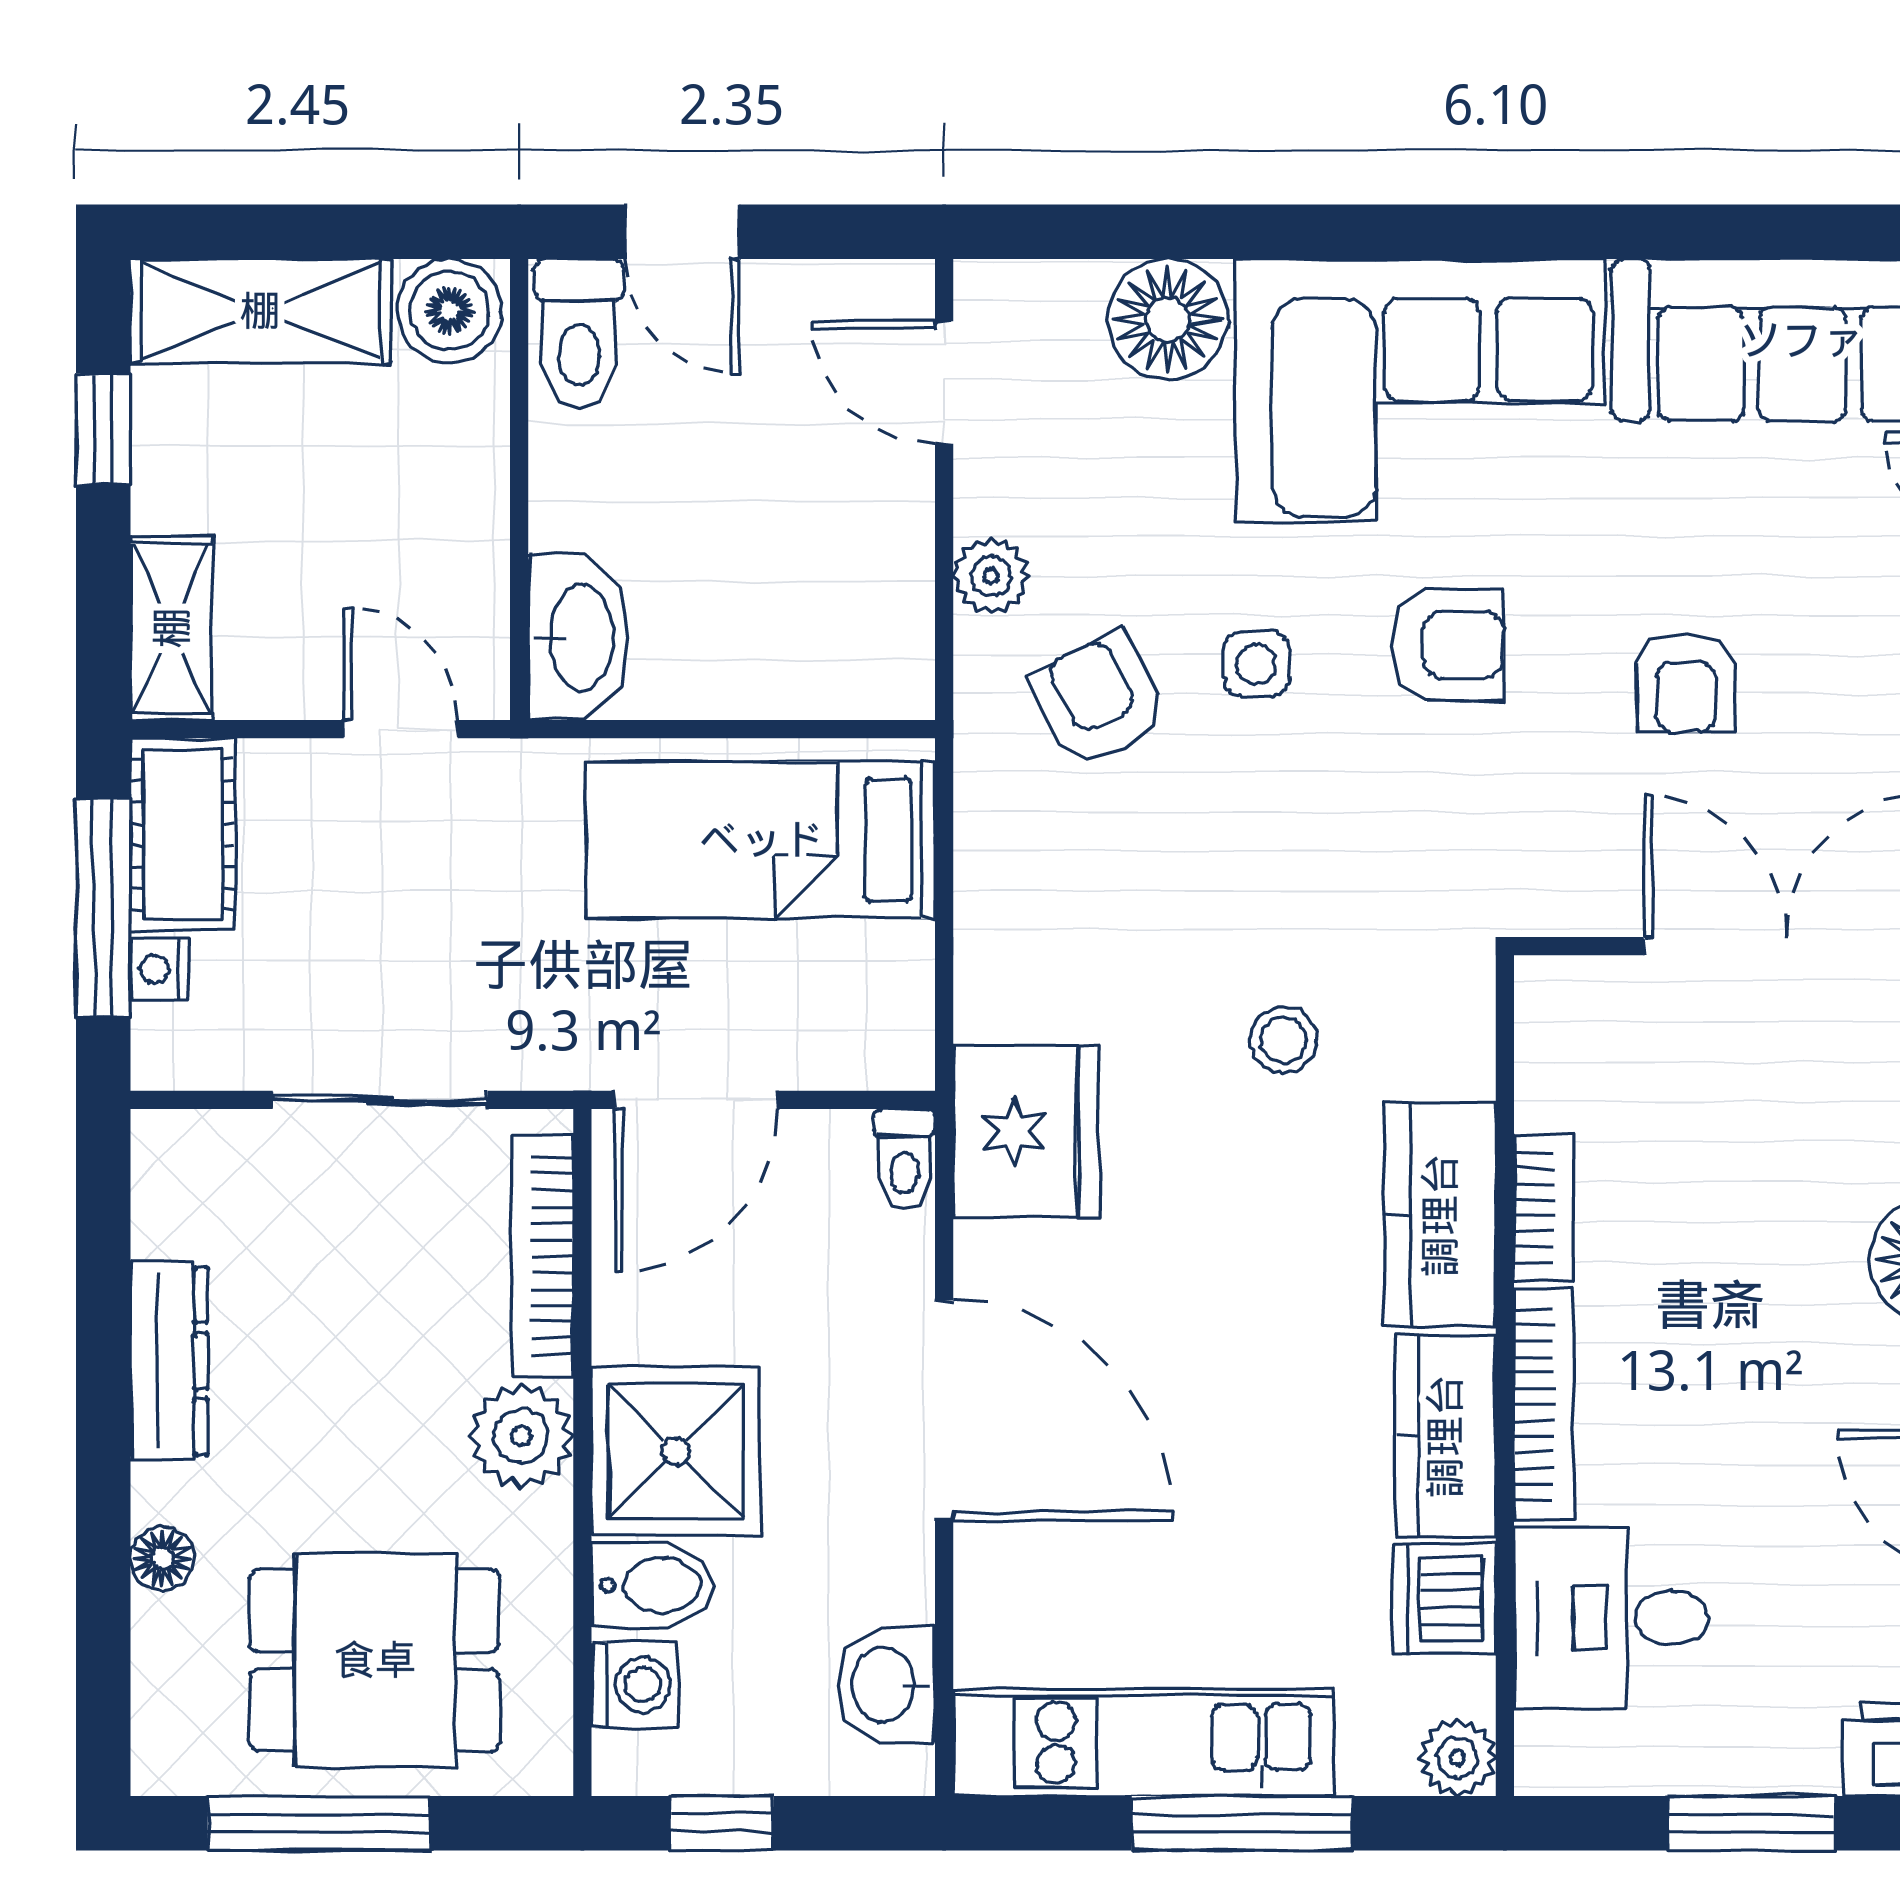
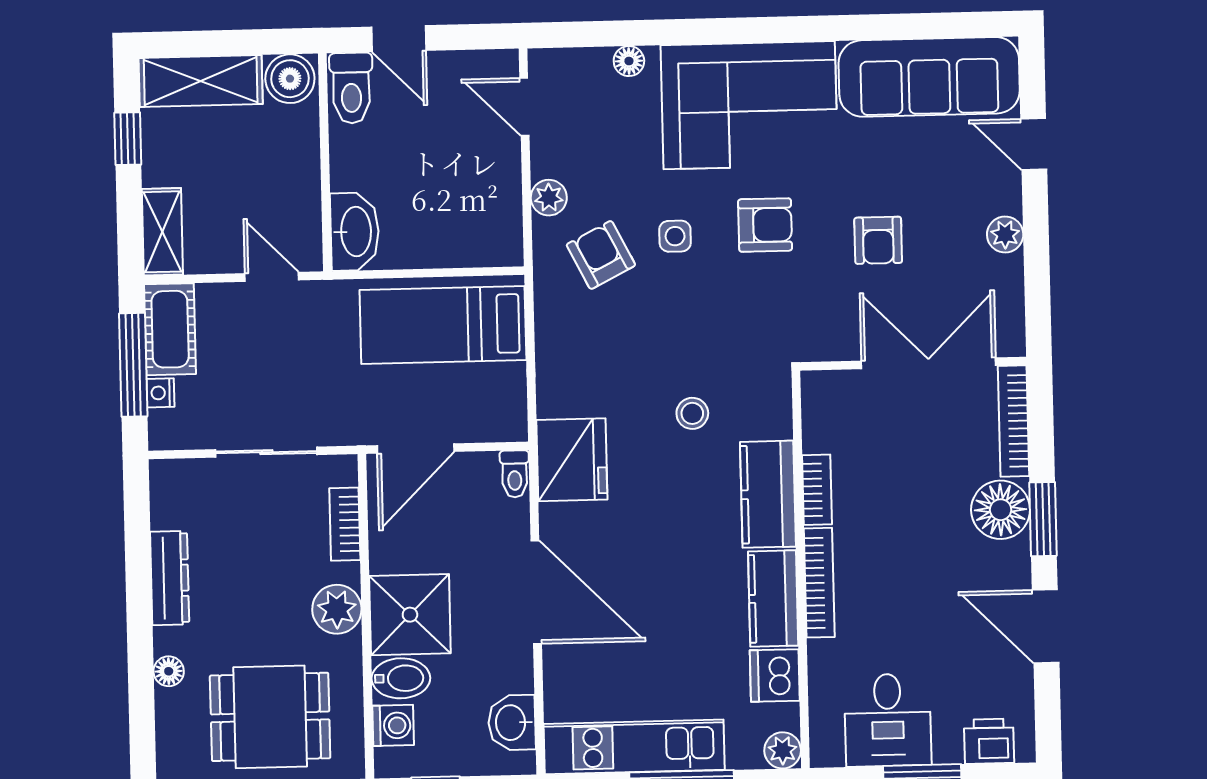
floor lamp: (1168, 319) -> (629, 61), width x0.53, depth x0.53
bookcase: (543, 1256) -> (345, 524), width x0.64
desk: (1611, 1618) -> (888, 720), moved, turned -90

